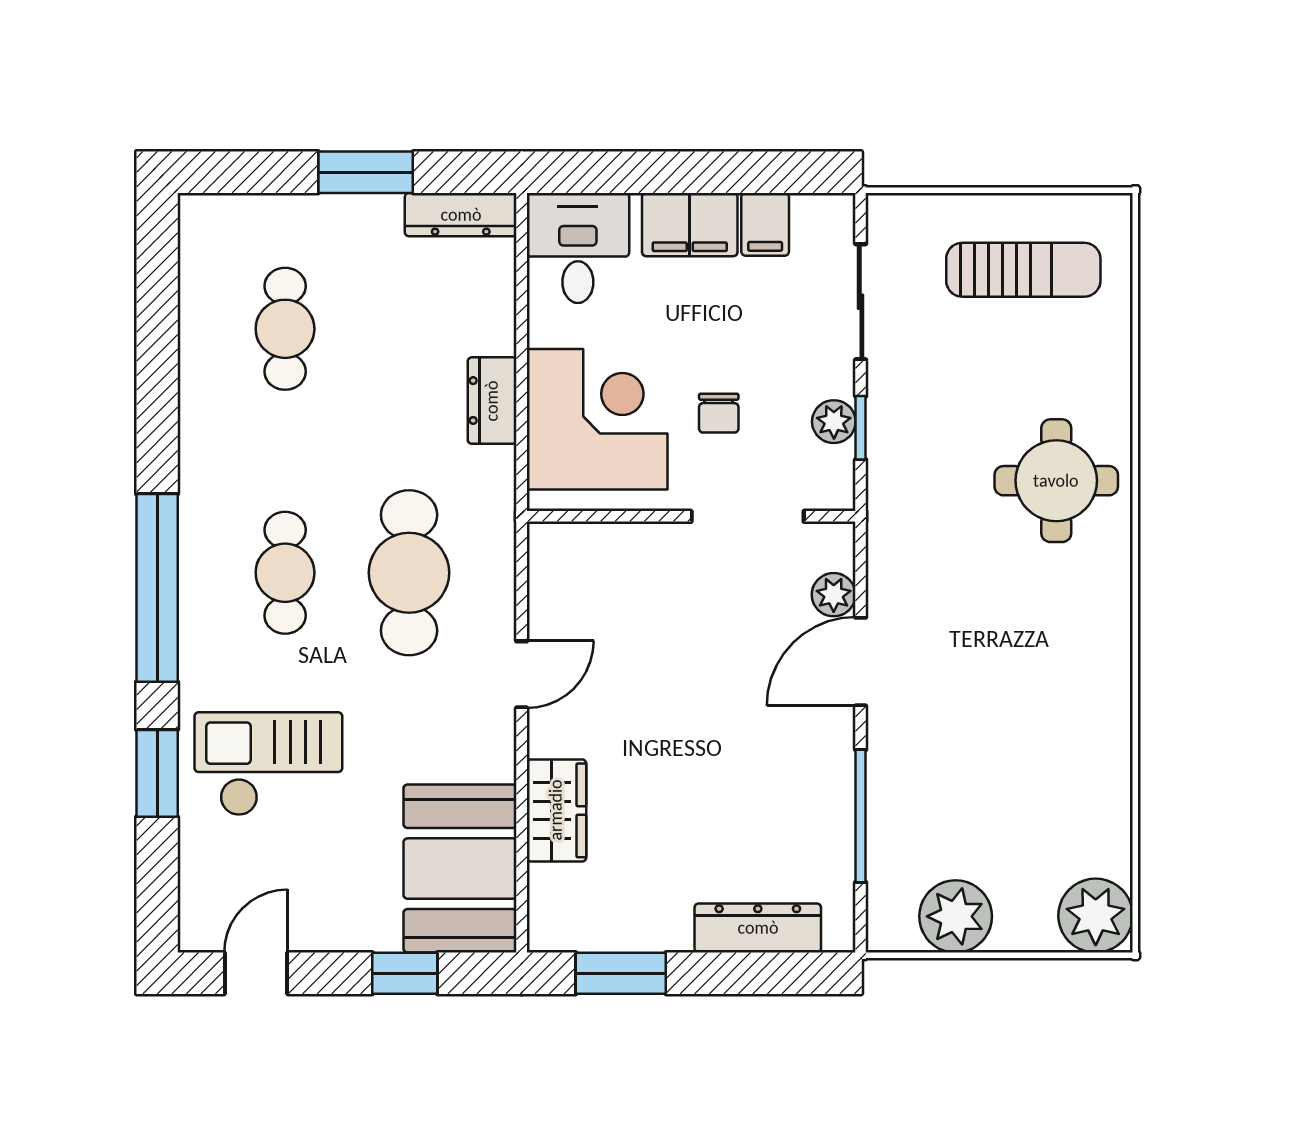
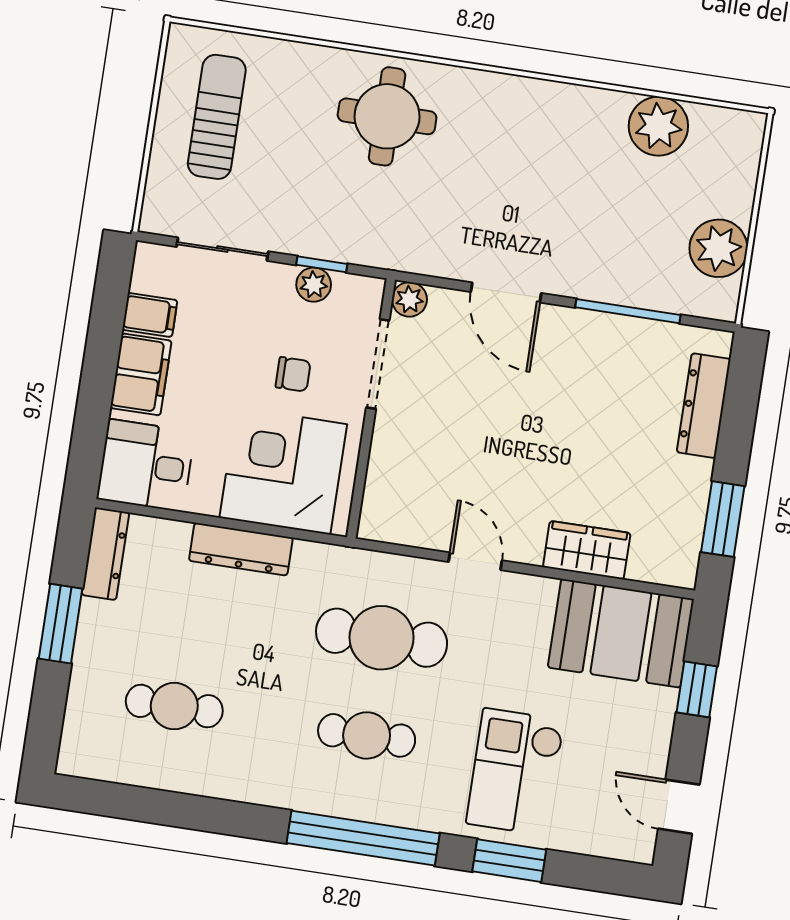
dresser: (492, 401) -> (241, 549), width x1.44
plant: (834, 595) -> (409, 299), moved
plant: (1096, 916) -> (658, 126), moved

